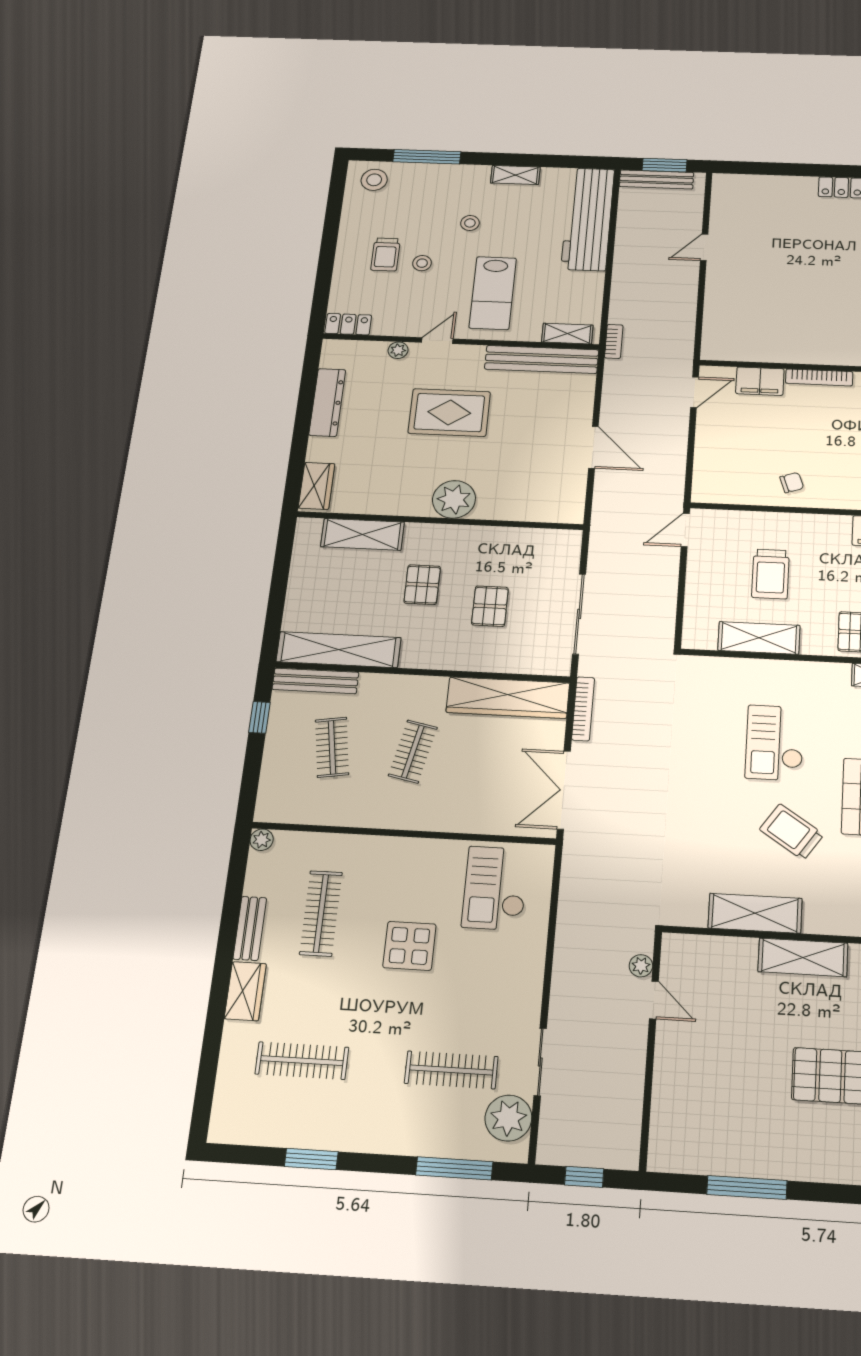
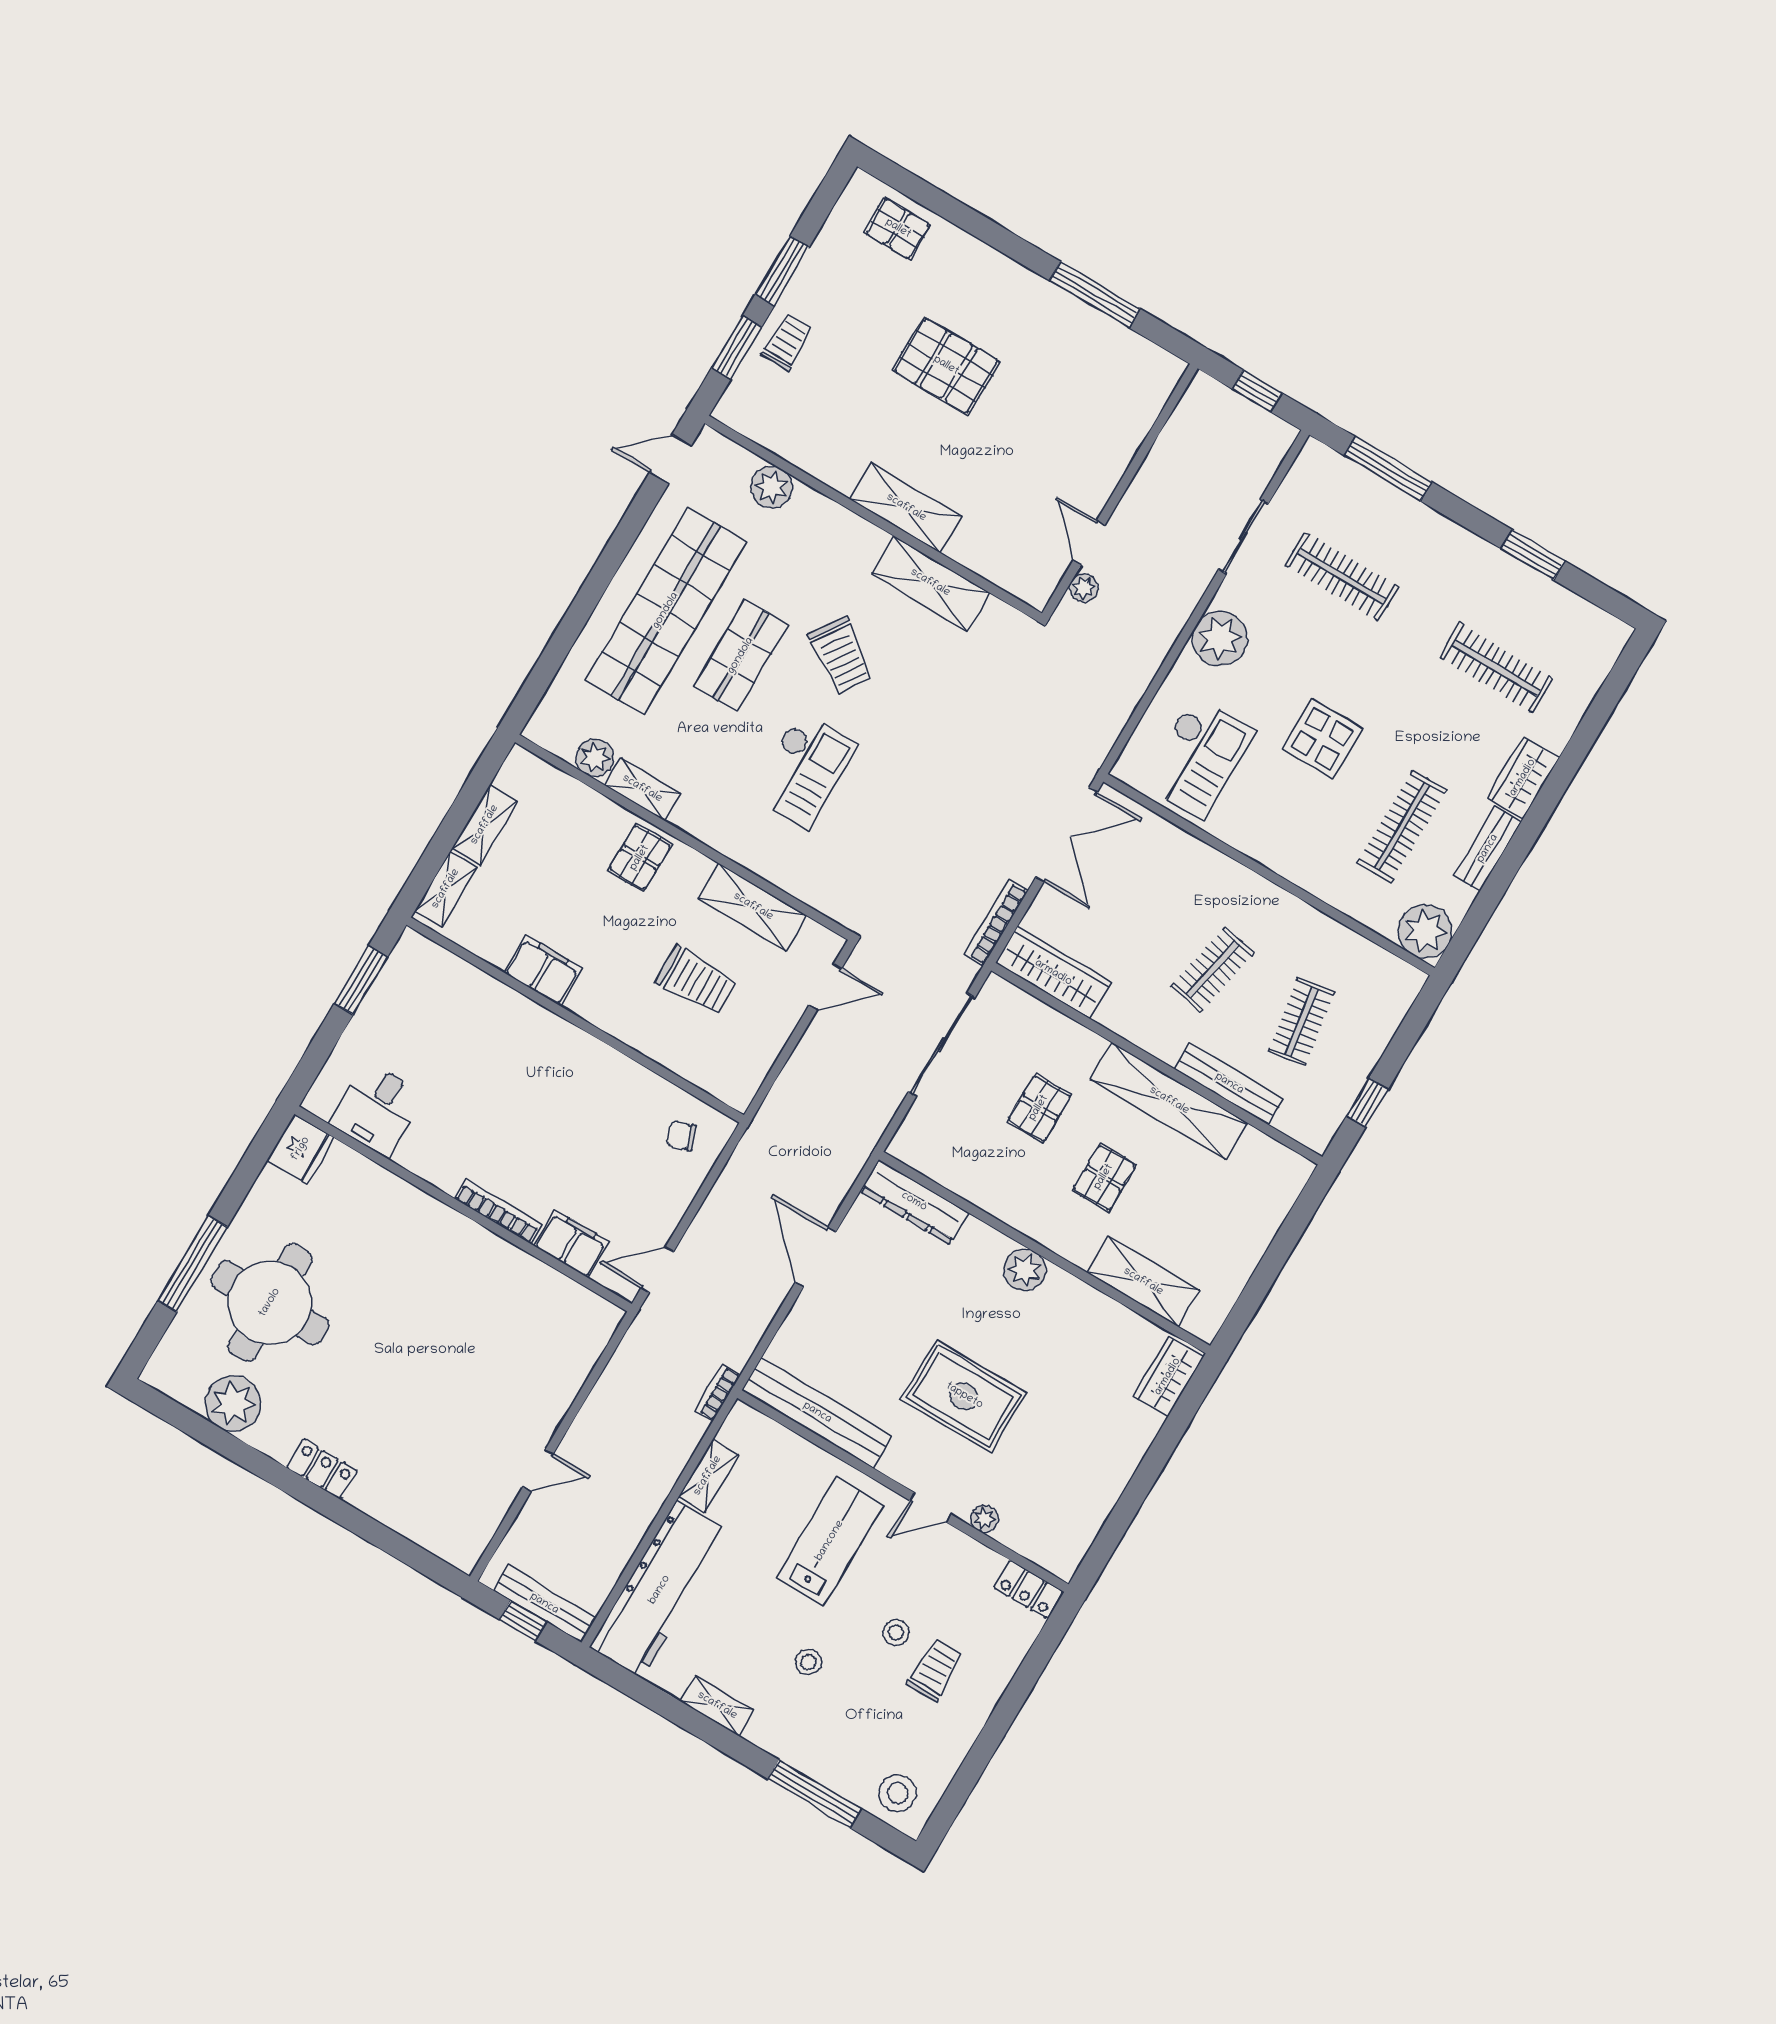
window: (665, 165) -> (523, 1621), width x0.67
shelving: (567, 334) -> (708, 1476), moved, turned 90
dresser: (327, 402) -> (914, 1202), moved, turned -90
chair: (792, 483) -> (681, 1136), moved
plant: (454, 499) -> (1025, 1270), width x0.73, depth x0.73
door: (685, 530) -> (825, 987), moved
trolley: (770, 574) -> (696, 981), turned 89
shelving: (339, 650) -> (1169, 1101), moved
bench: (315, 681) -> (1229, 1084), moved
wardrobe: (508, 698) -> (1053, 973), width x0.71, depth x0.85
plant: (262, 840) -> (1425, 931), width x1.87, depth x1.87
plant: (508, 1118) -> (1220, 639), moved

